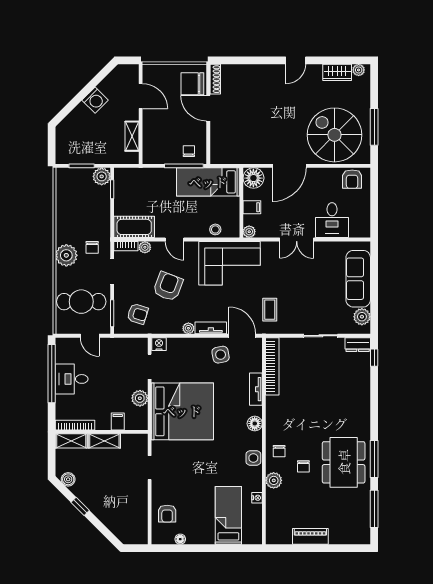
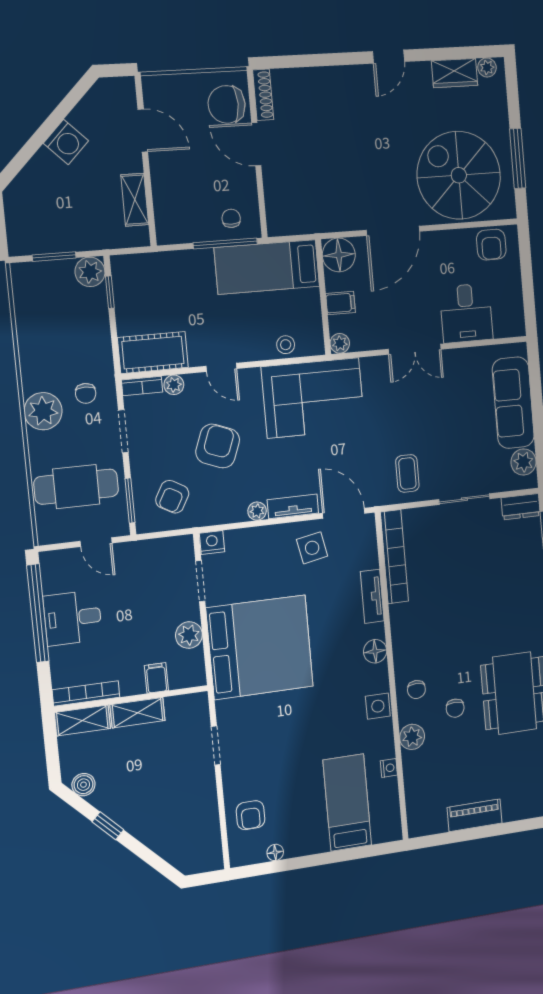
coffee table: (270, 310) -> (407, 473), moved
armchair: (138, 314) -> (172, 497), turned 102

